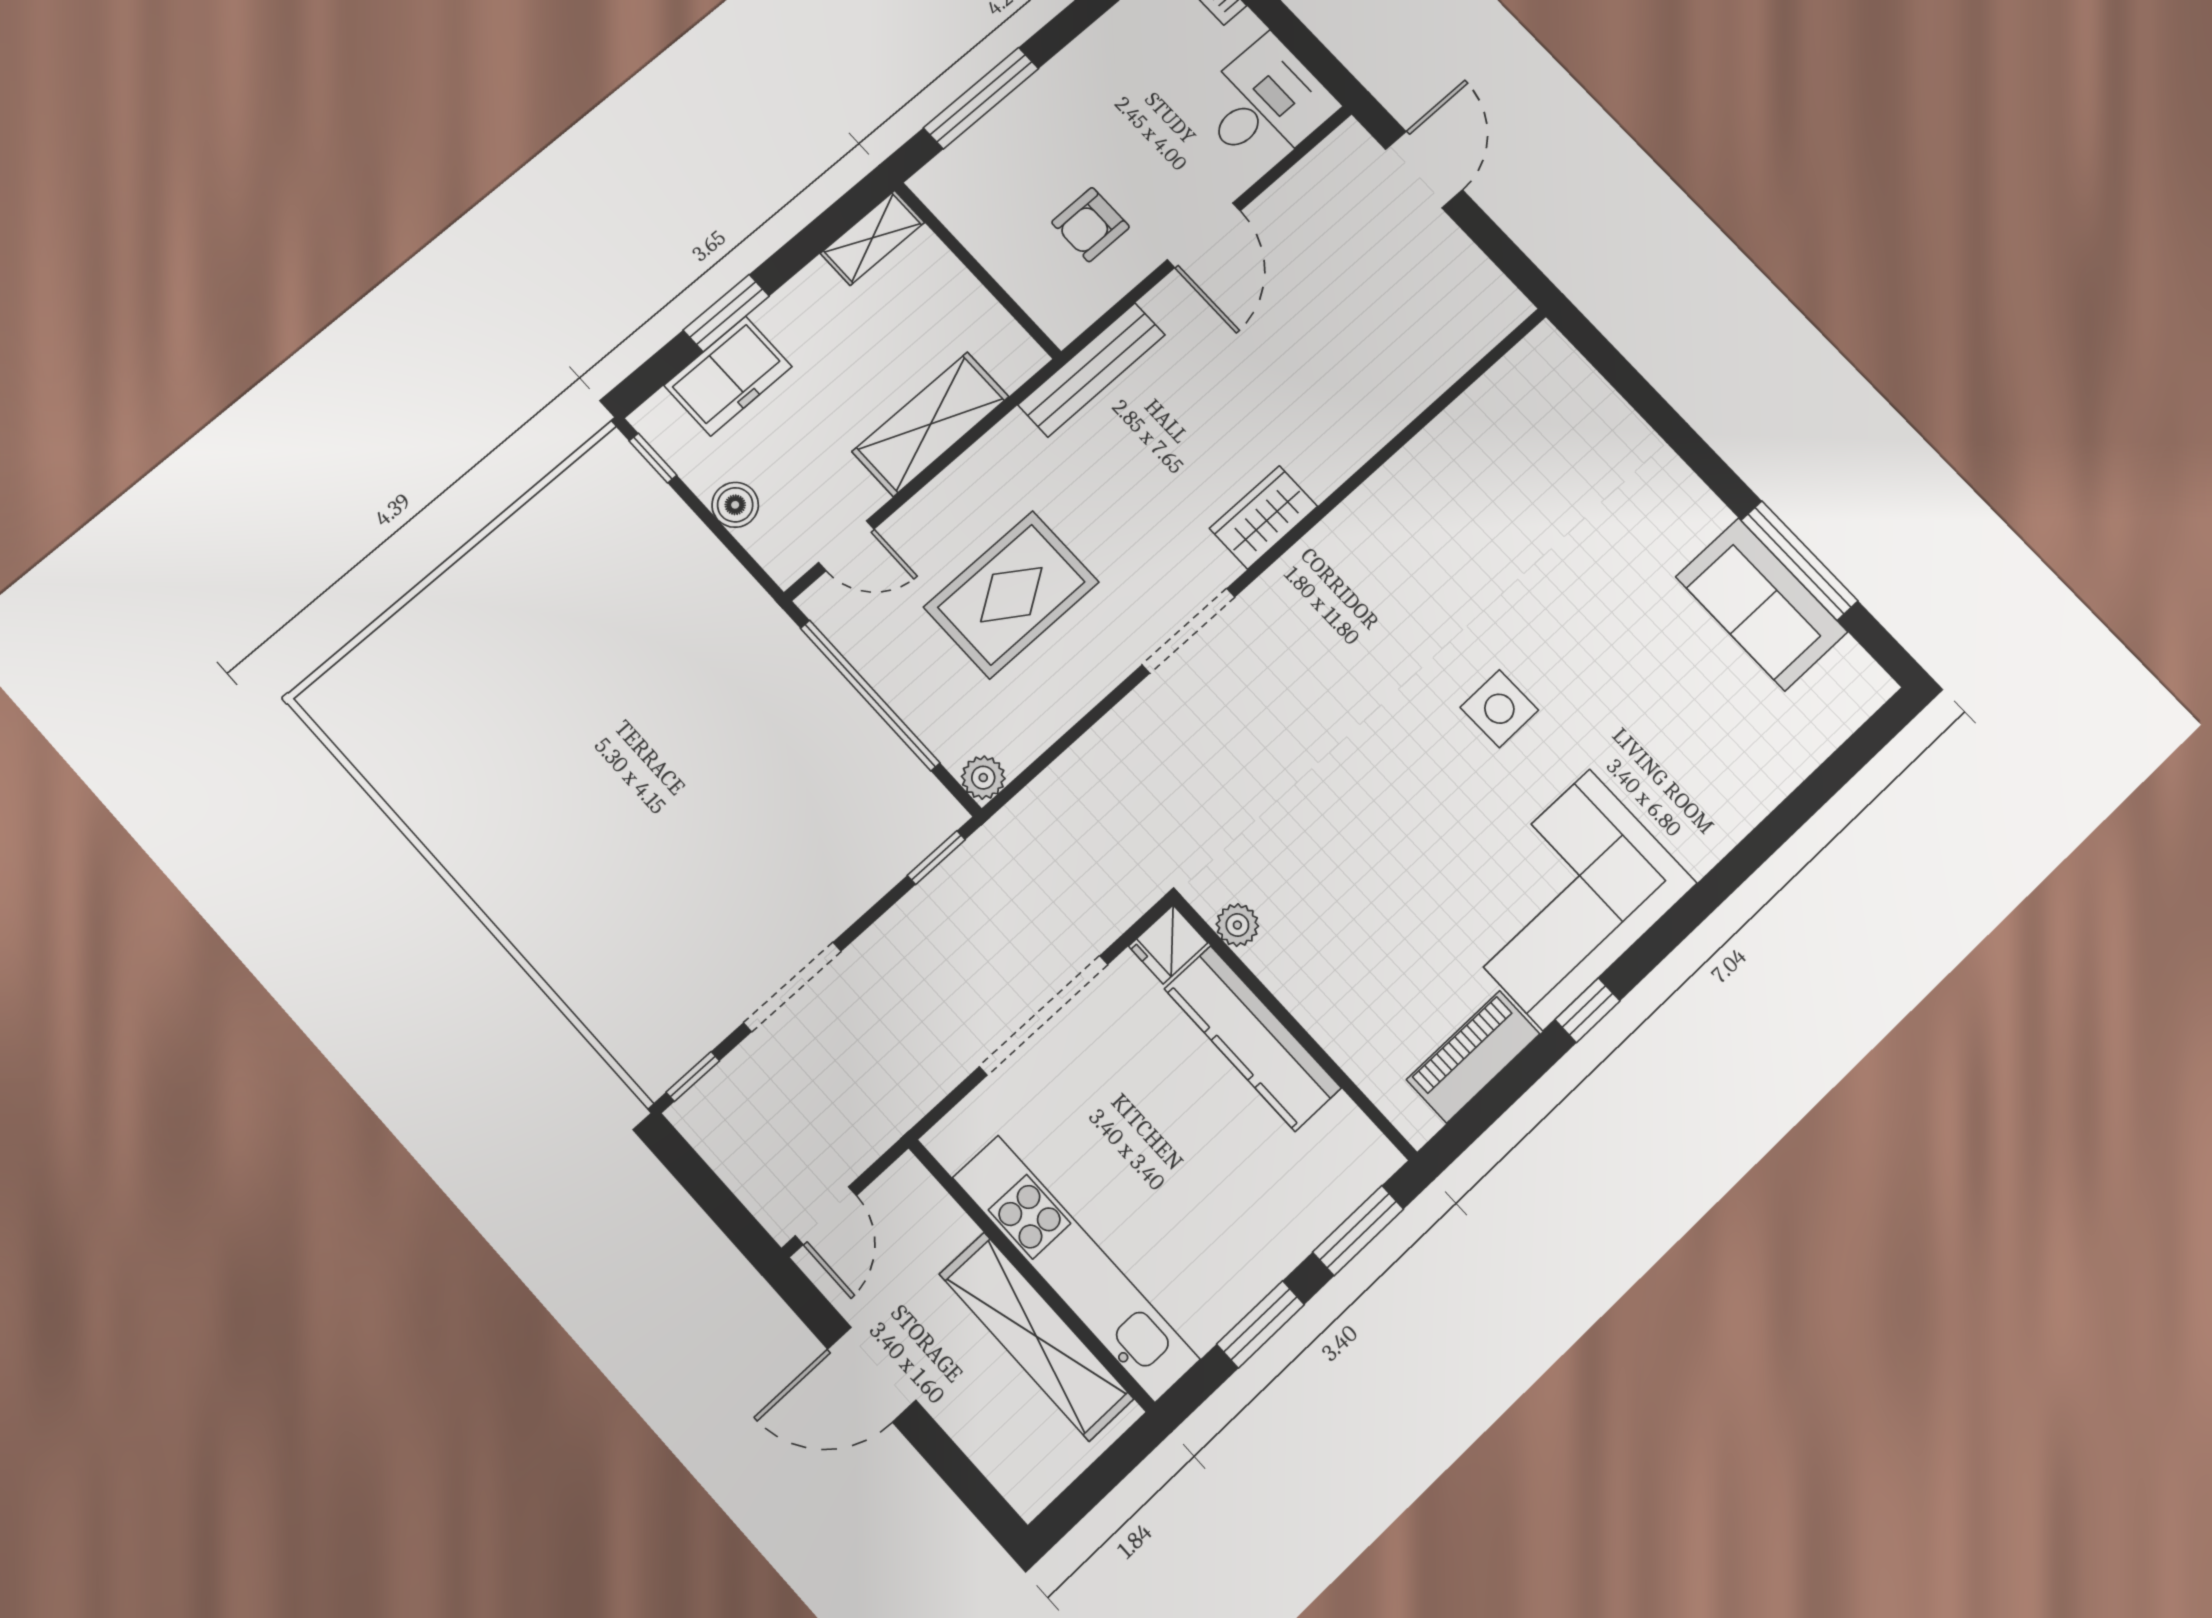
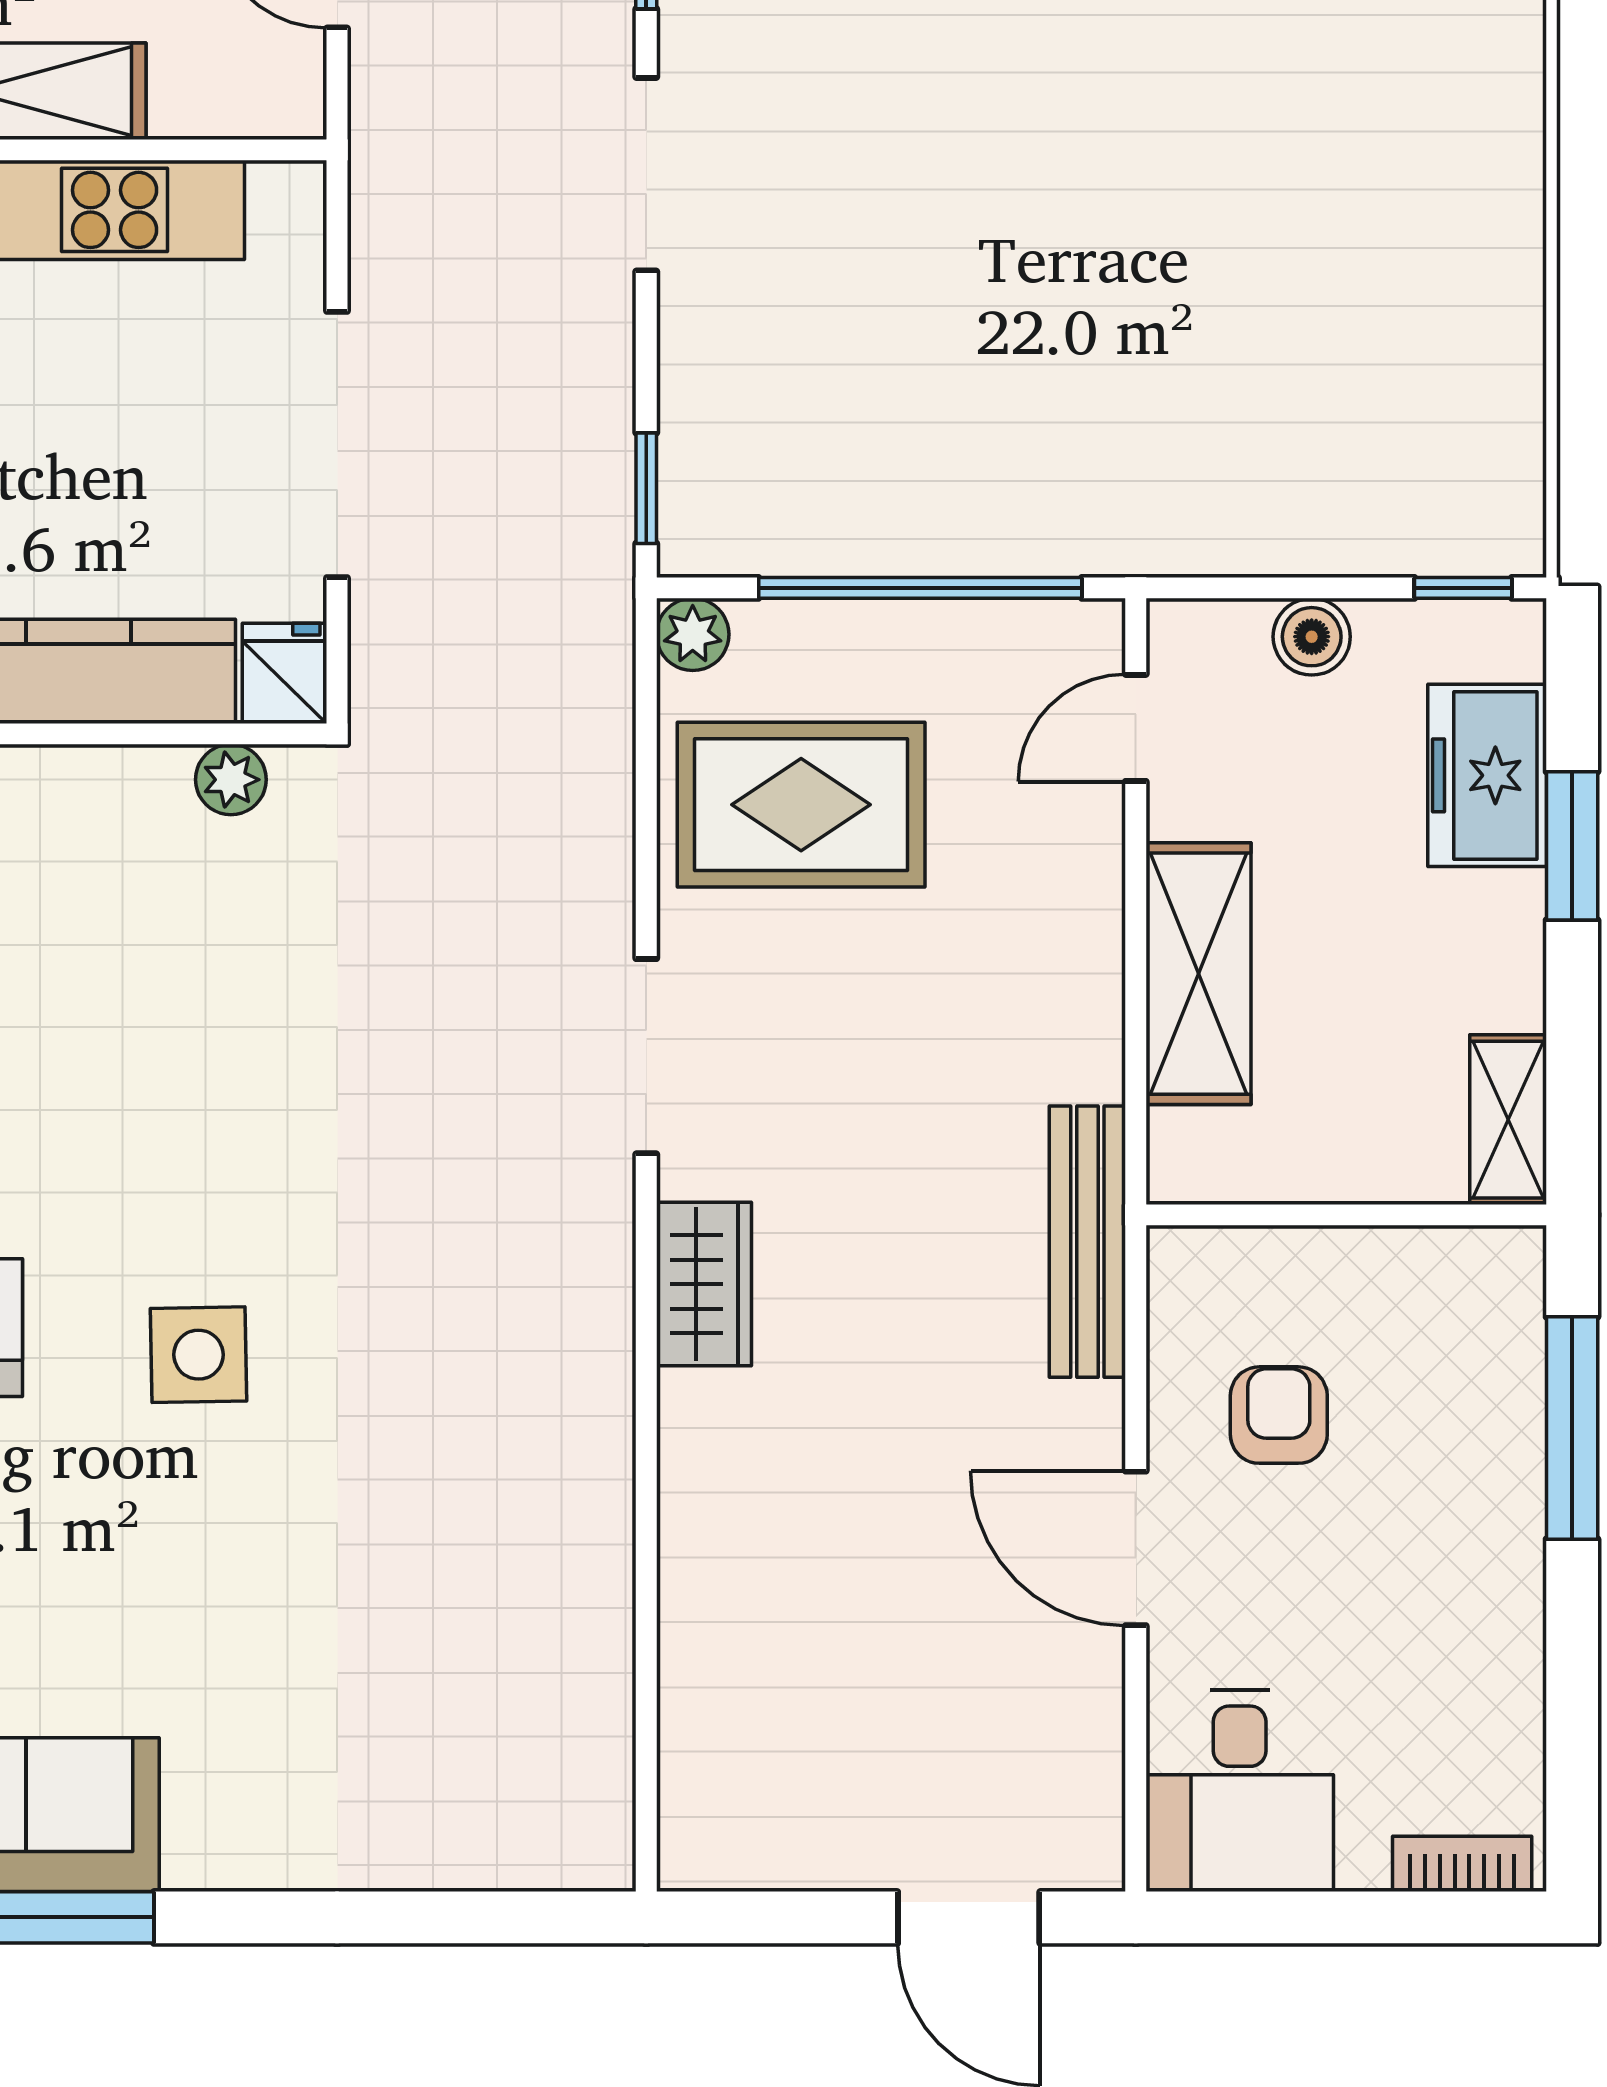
rug: (1011, 595) -> (801, 805), moved, turned 90

